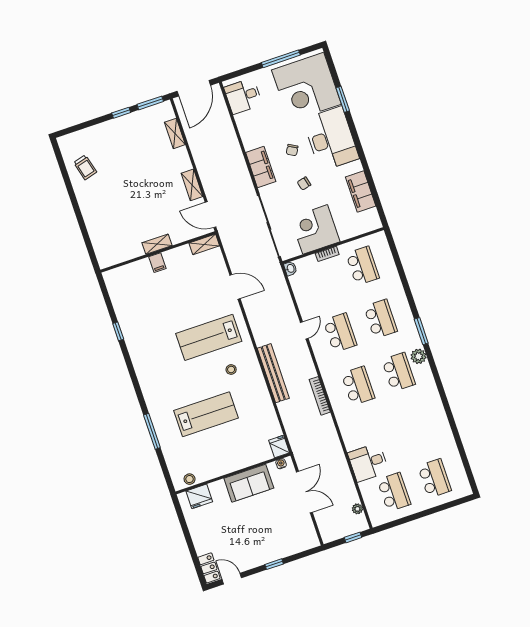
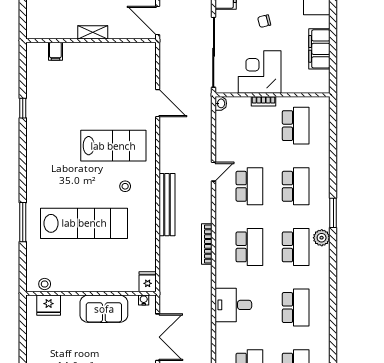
shelving: (204, 244) -> (141, 49), removed
filing cabinet: (157, 263) -> (55, 51), moved
lab bench: (209, 337) -> (113, 146), turned 180
lab bench: (206, 414) -> (84, 223), width x1.36
school desk: (416, 425) -> (296, 308), added
desk: (368, 462) -> (233, 305), moved

